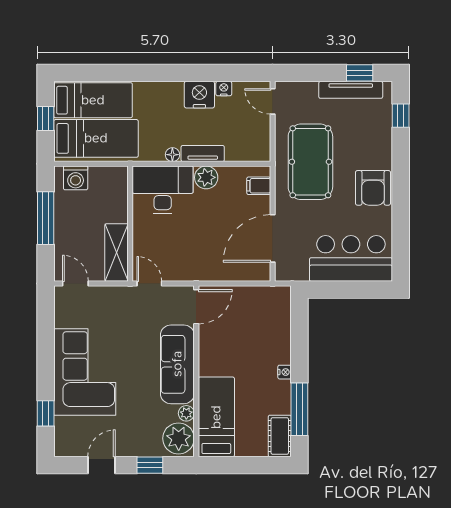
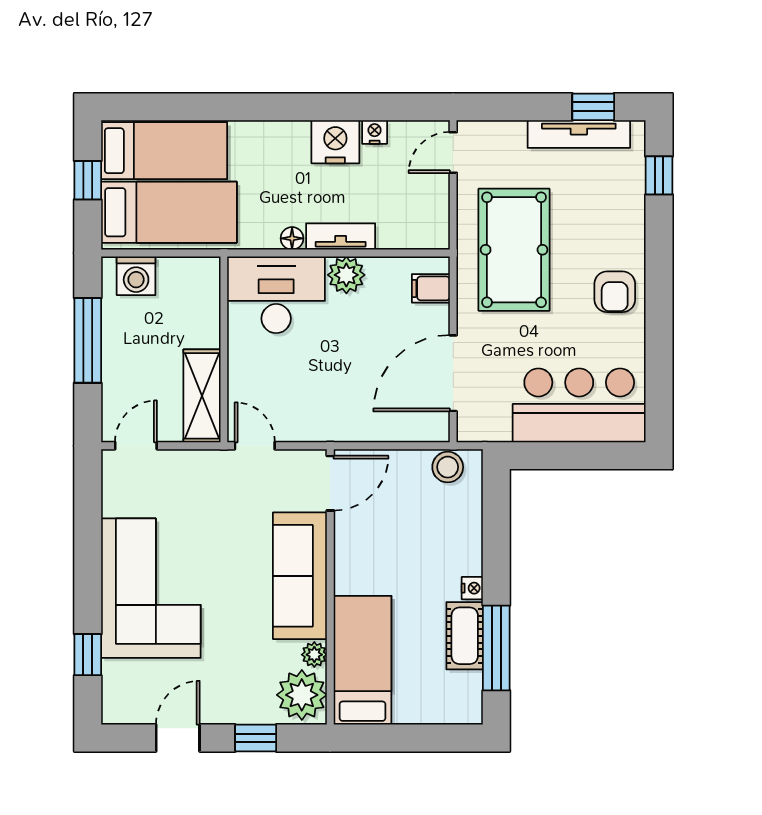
door: (273, 101) -> (453, 153), hinge flipped
armchair: (373, 188) -> (615, 292), width x0.72, depth x0.72
door: (75, 284) -> (136, 446), hinge flipped
stool: (269, 297) -> (448, 467), added
cot: (280, 436) -> (465, 636), moved

